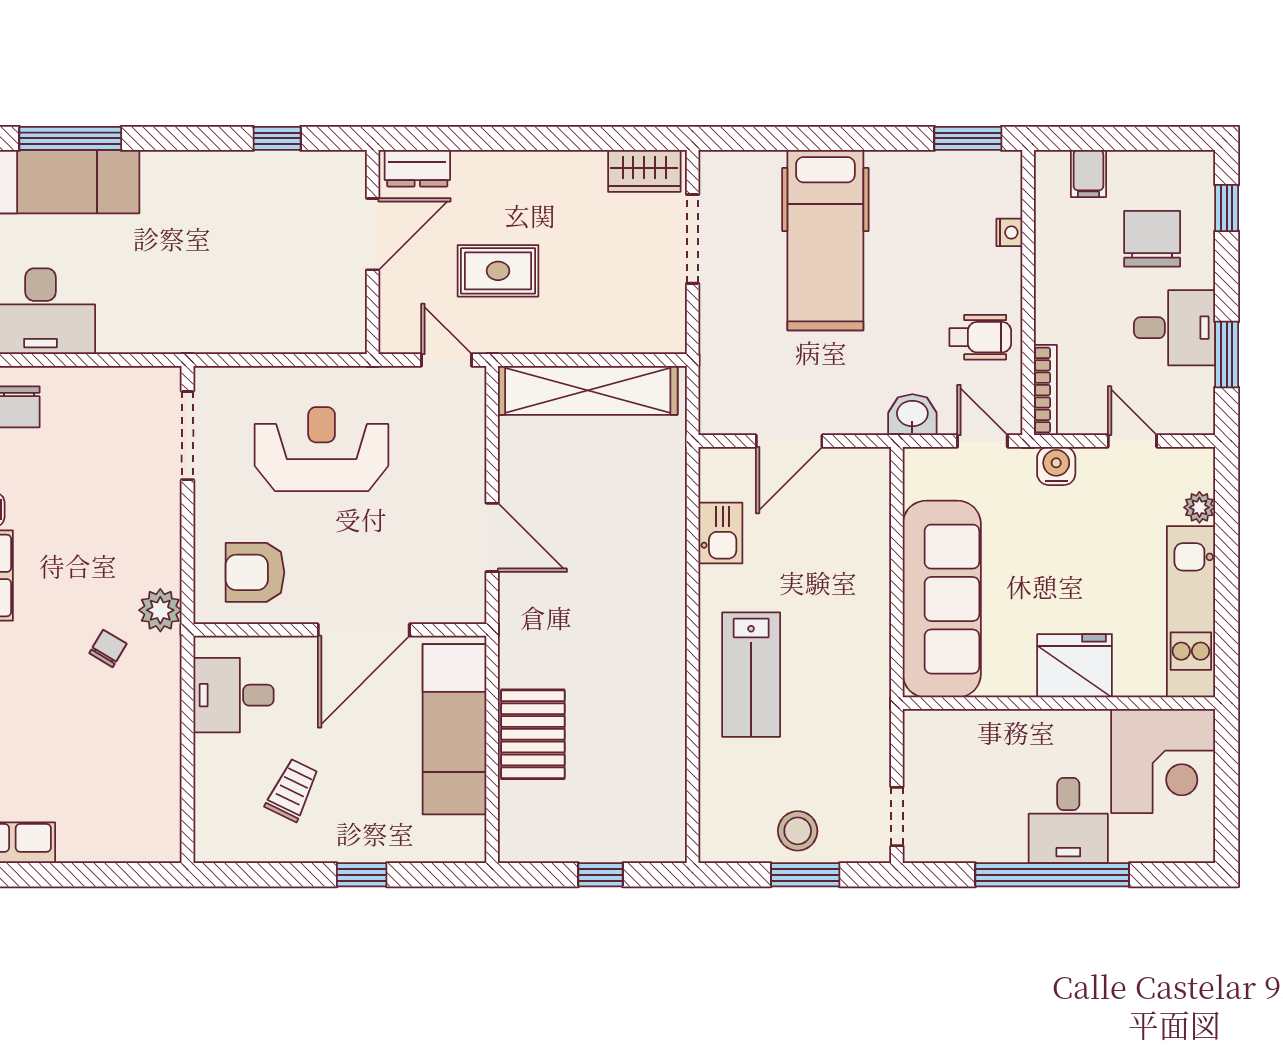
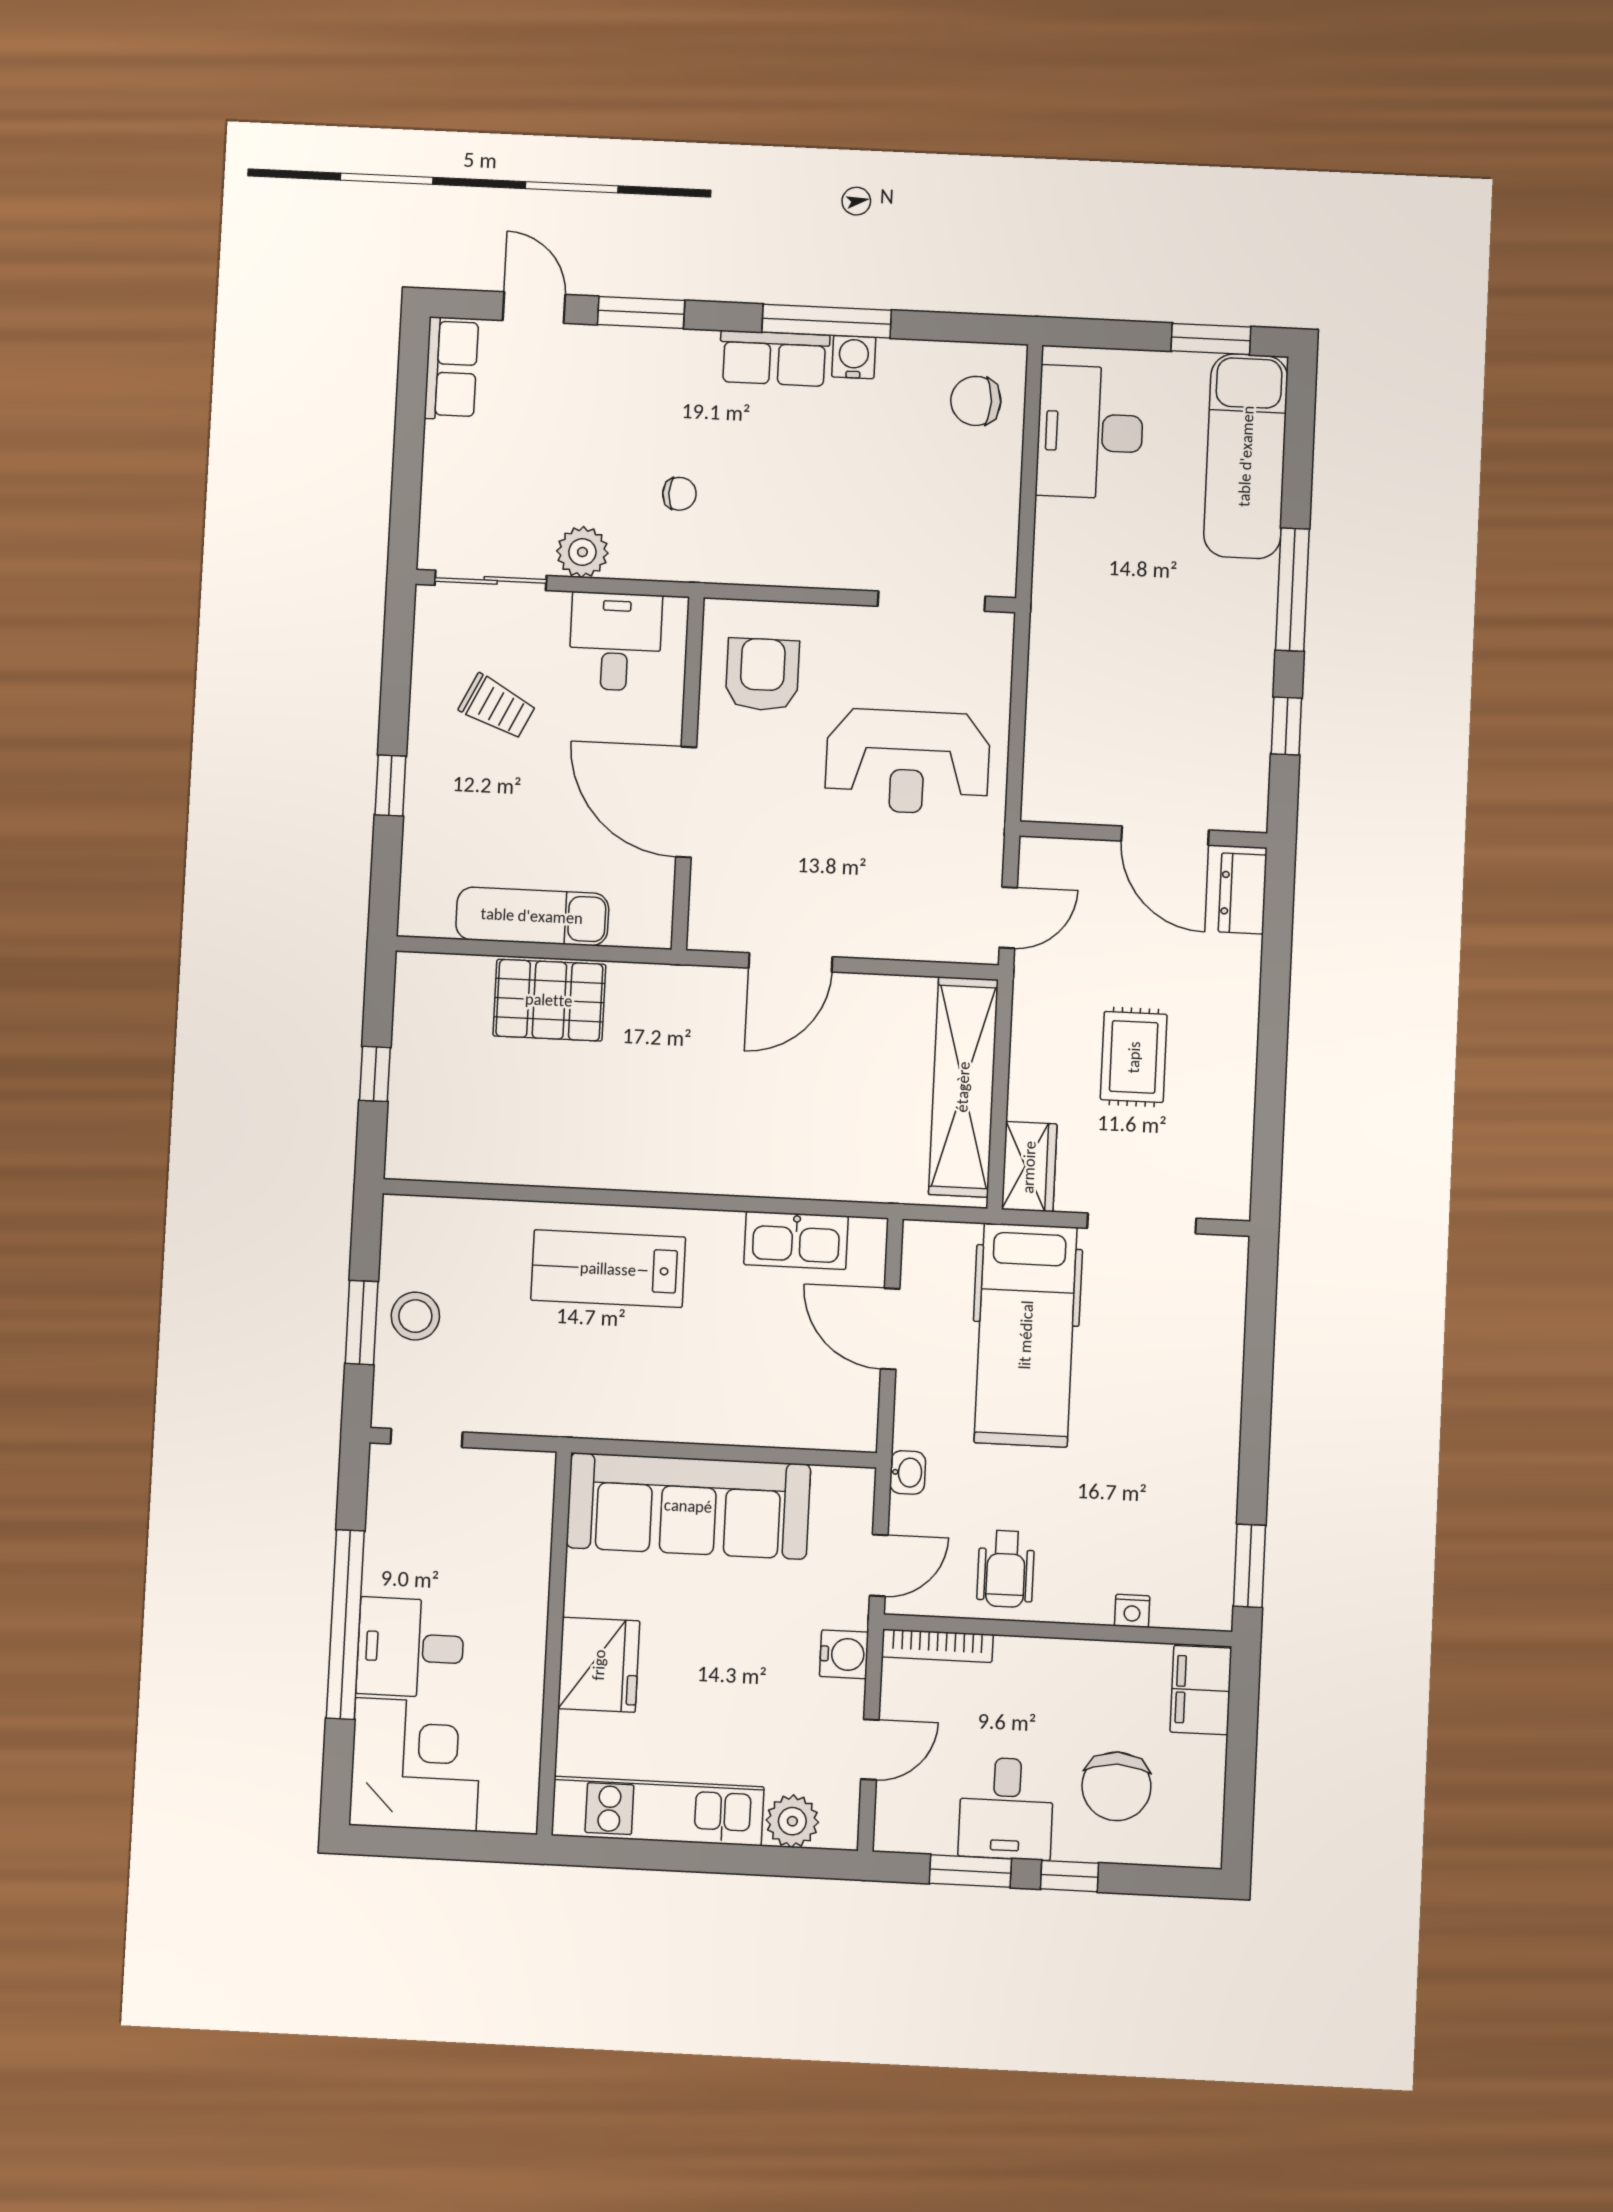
window: (70, 138) -> (1292, 590), moved
wardrobe: (644, 171) -> (1029, 1167), moved, turned 180
filing cabinet: (1088, 173) -> (1201, 1690), width x2.00
window: (1227, 208) -> (1069, 1876), moved
chair: (1152, 239) -> (1116, 1786), turned 90
hospital bed: (825, 240) -> (1026, 1335), moved, turned -90
rug: (498, 271) -> (1134, 1057), moved
washbasin: (912, 415) -> (908, 1472), width x0.72, depth x0.69
reception desk: (322, 449) -> (907, 762), turned 90
plant: (1199, 507) -> (792, 1821), width x1.38, depth x1.38
kitchen sink: (720, 533) -> (796, 1240), width x1.38
plant: (160, 610) -> (582, 552), moved
chair: (108, 648) -> (679, 494), turned -31
exam couch: (454, 729) -> (532, 916), width x0.73, depth x0.69
corner desk: (1163, 761) -> (416, 1765), moved, turned 180
sliding door: (187, 801) -> (491, 580), added

